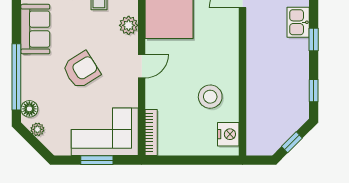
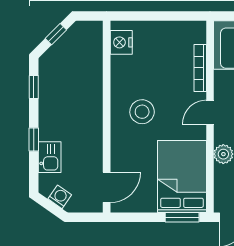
stool: (210, 97) -> (142, 112), moved
bookcase: (151, 132) -> (200, 68), moved

